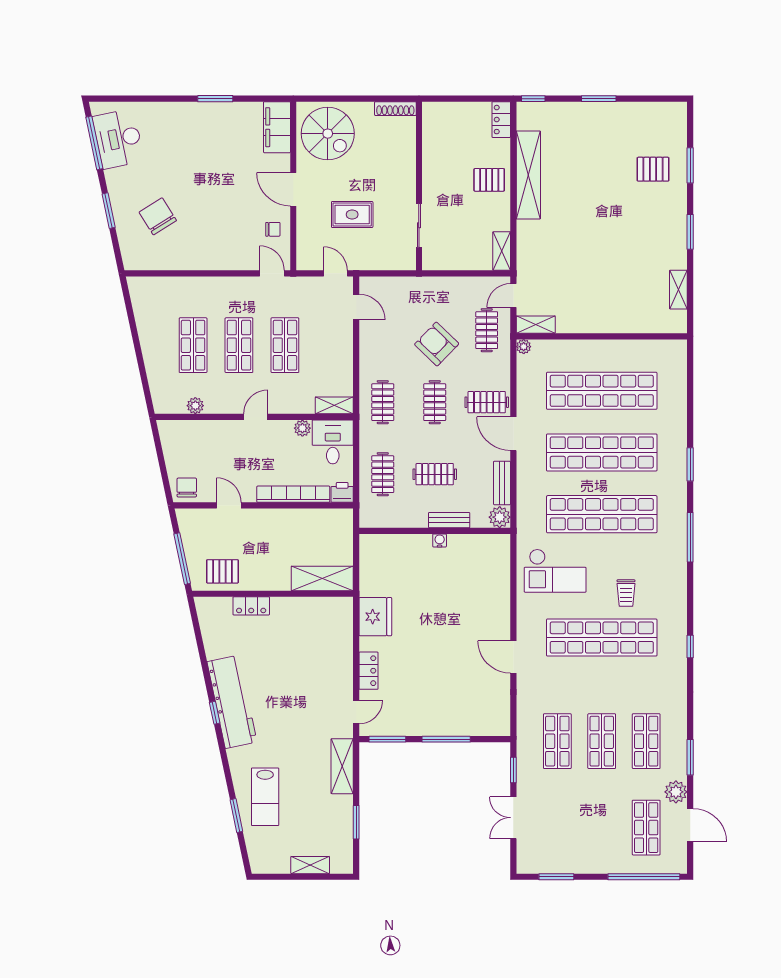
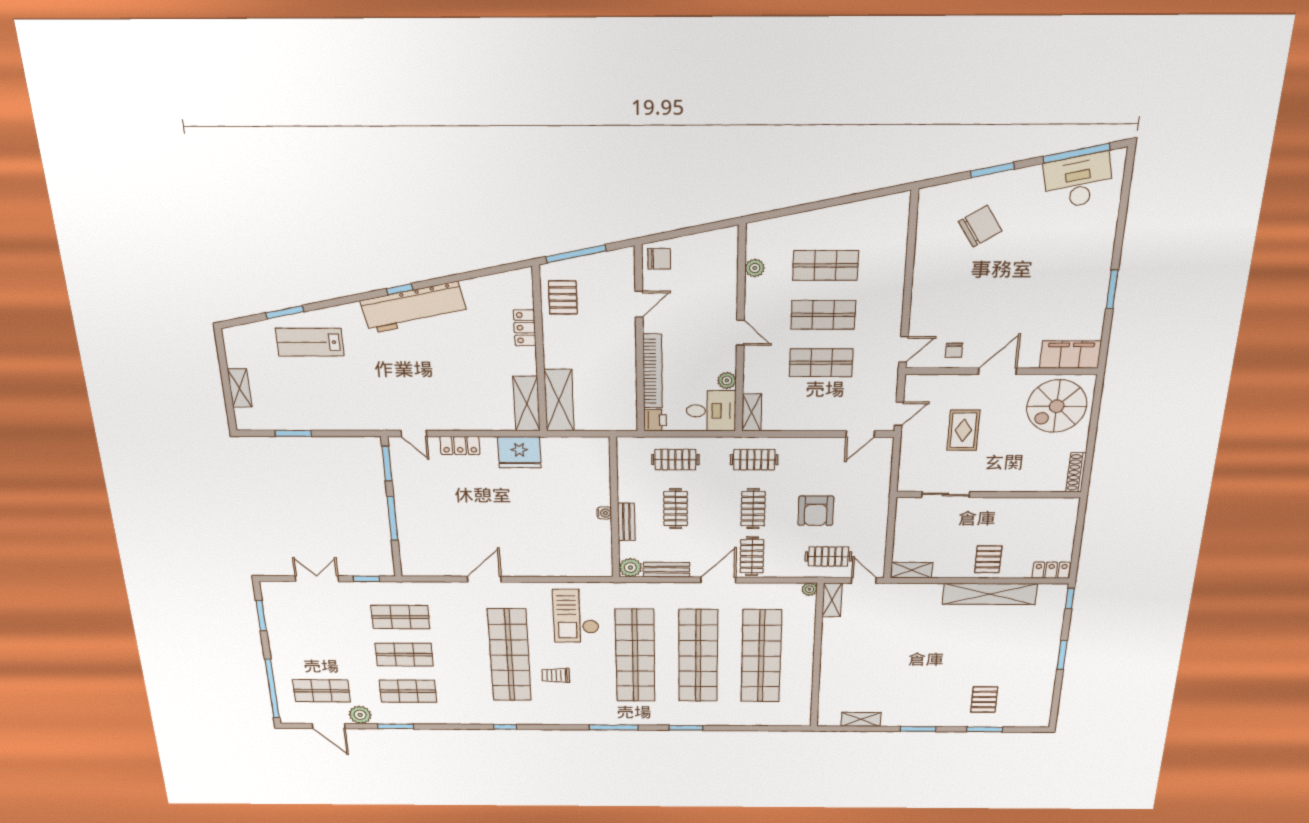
armchair: (437, 344) -> (816, 511), turned 136
clothes rail: (435, 402) -> (753, 509), turned 90
shelving: (342, 766) -> (527, 404), moved, turned 90
door: (690, 825) -> (329, 726), hinge flipped

